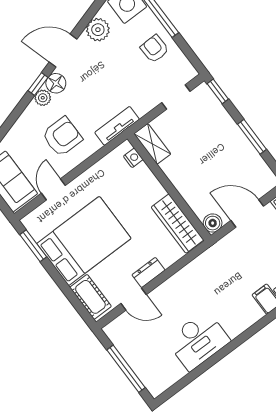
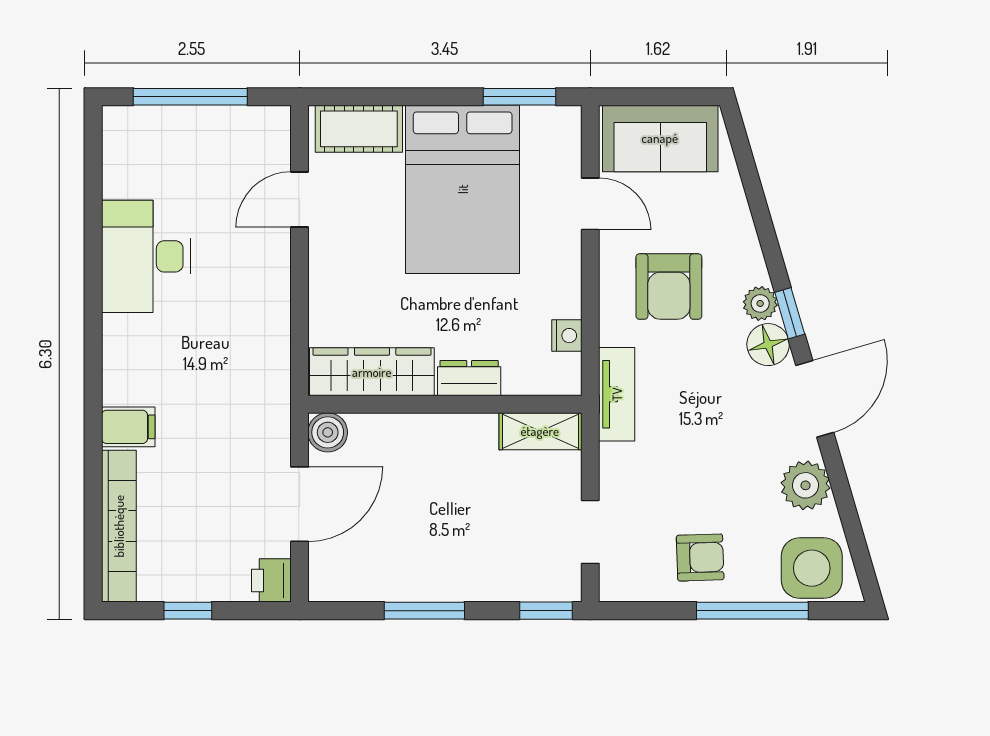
nightstand: (133, 158) -> (567, 336), moved, turned -90
dresser: (148, 272) -> (469, 378), moved, turned -90

